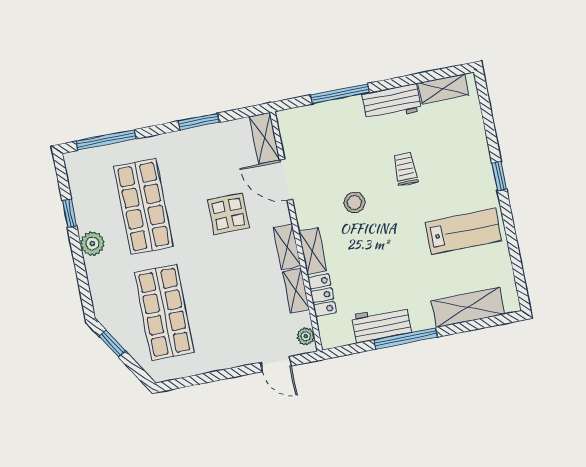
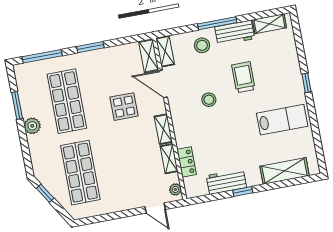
window: (340, 94) -> (217, 23), moved
window: (198, 122) -> (90, 47), moved
stool: (343, 122) -> (202, 45), added
trolley: (405, 169) -> (243, 77), width x1.36, depth x1.39
window: (69, 213) -> (17, 105), width x1.50
shelving: (313, 251) -> (165, 51), moved
window: (406, 338) -> (243, 191), width x0.46

